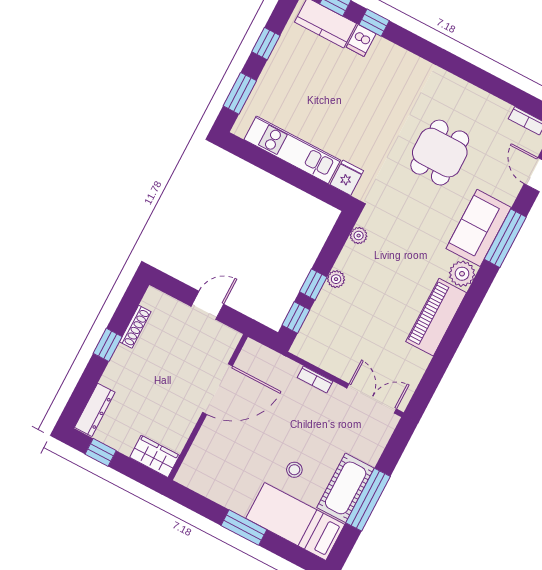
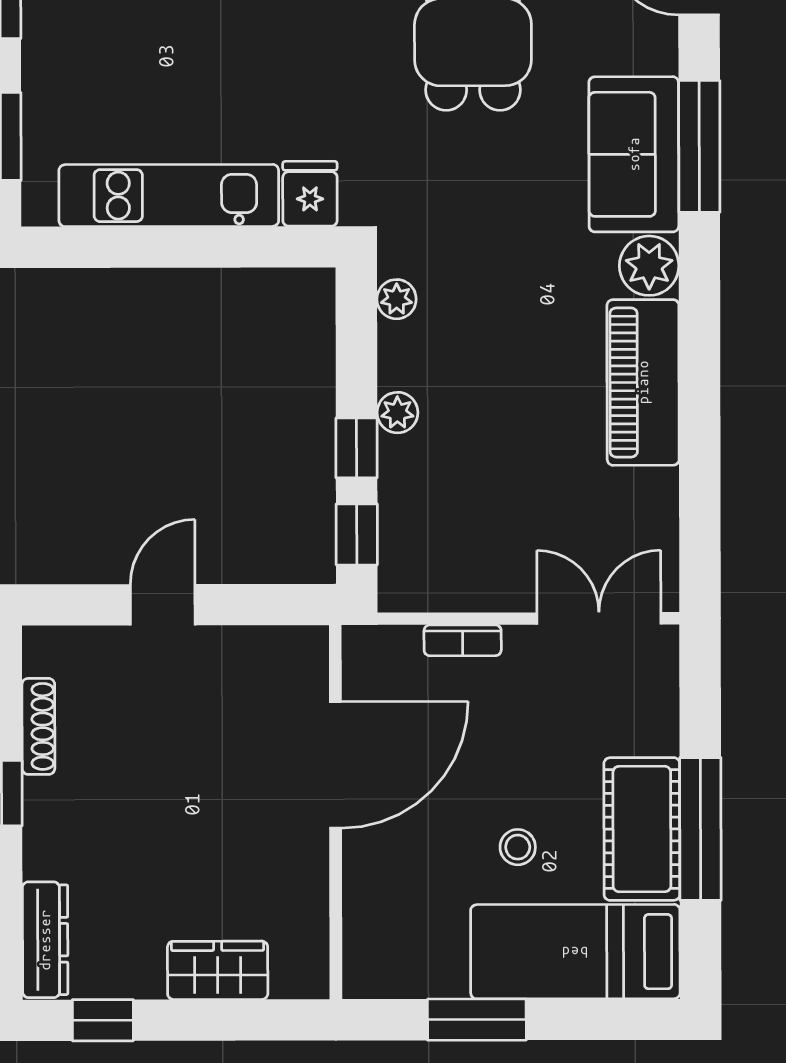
door: (217, 389) -> (335, 765), moved
wall: (208, 407) -> (336, 812), moved

